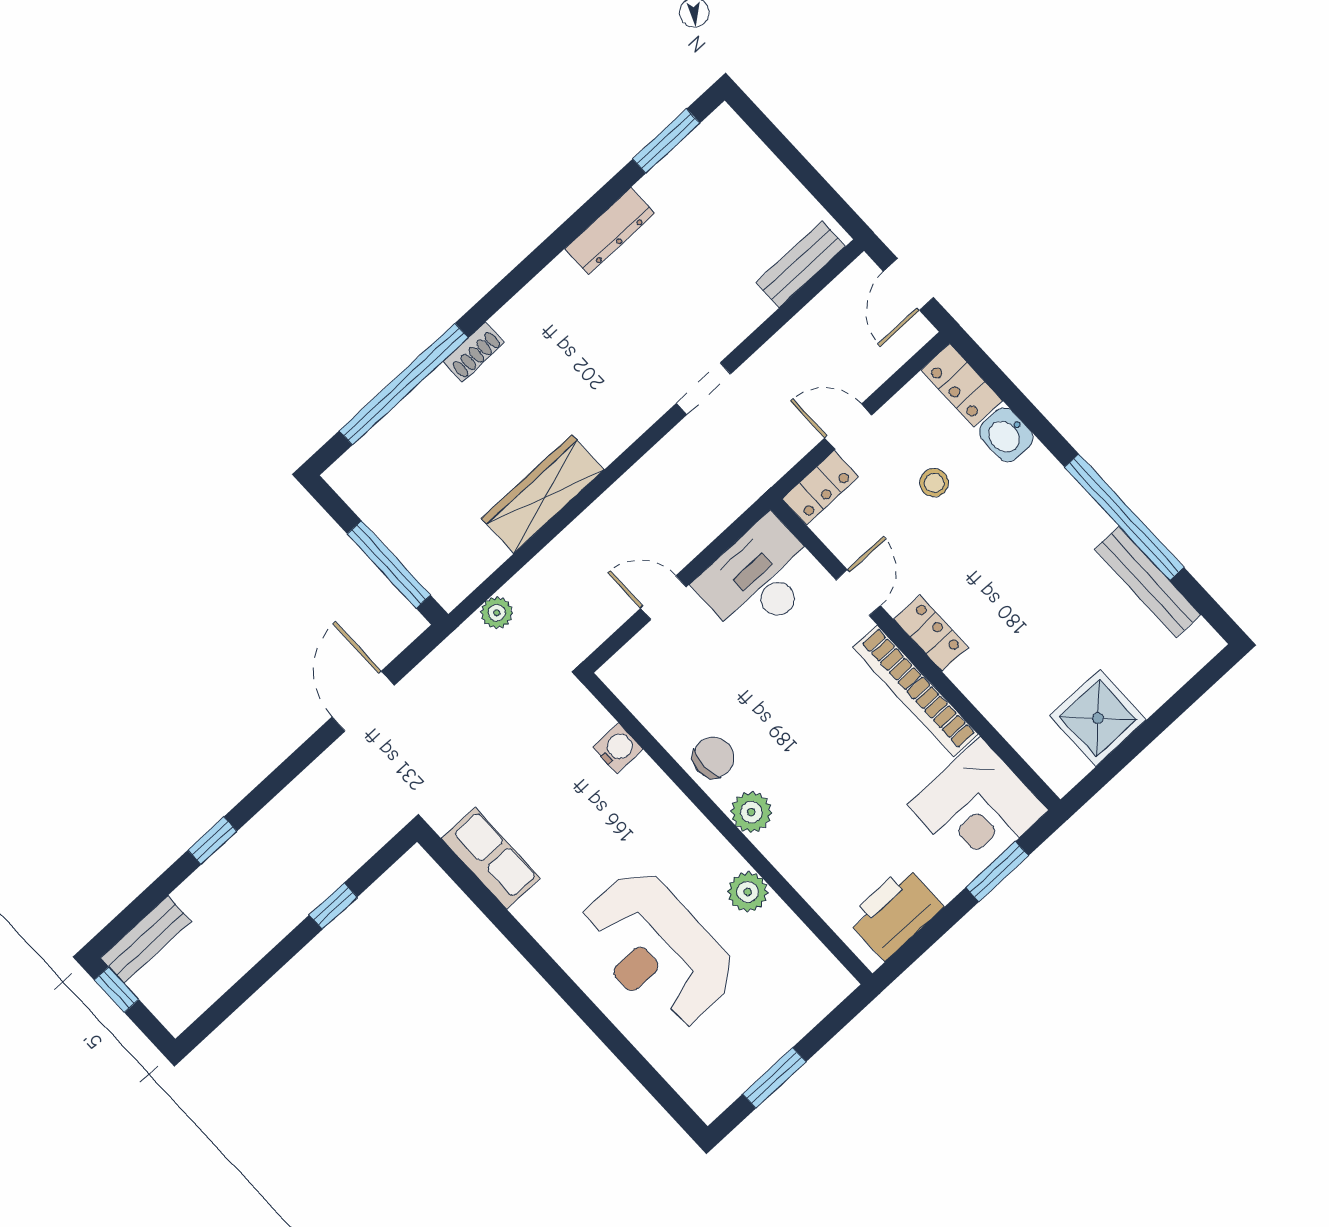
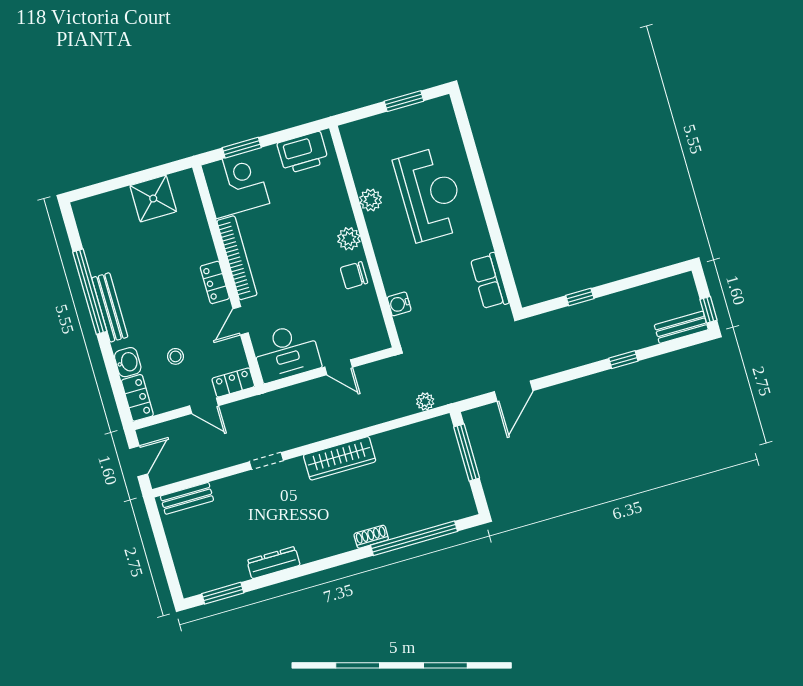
wardrobe: (543, 494) -> (340, 458), moved
bench: (1148, 582) -> (110, 307), moved

